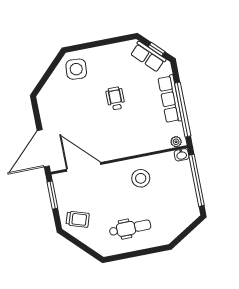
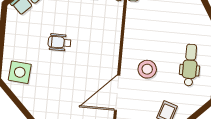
stool: (141, 178) -> (147, 69), moved

